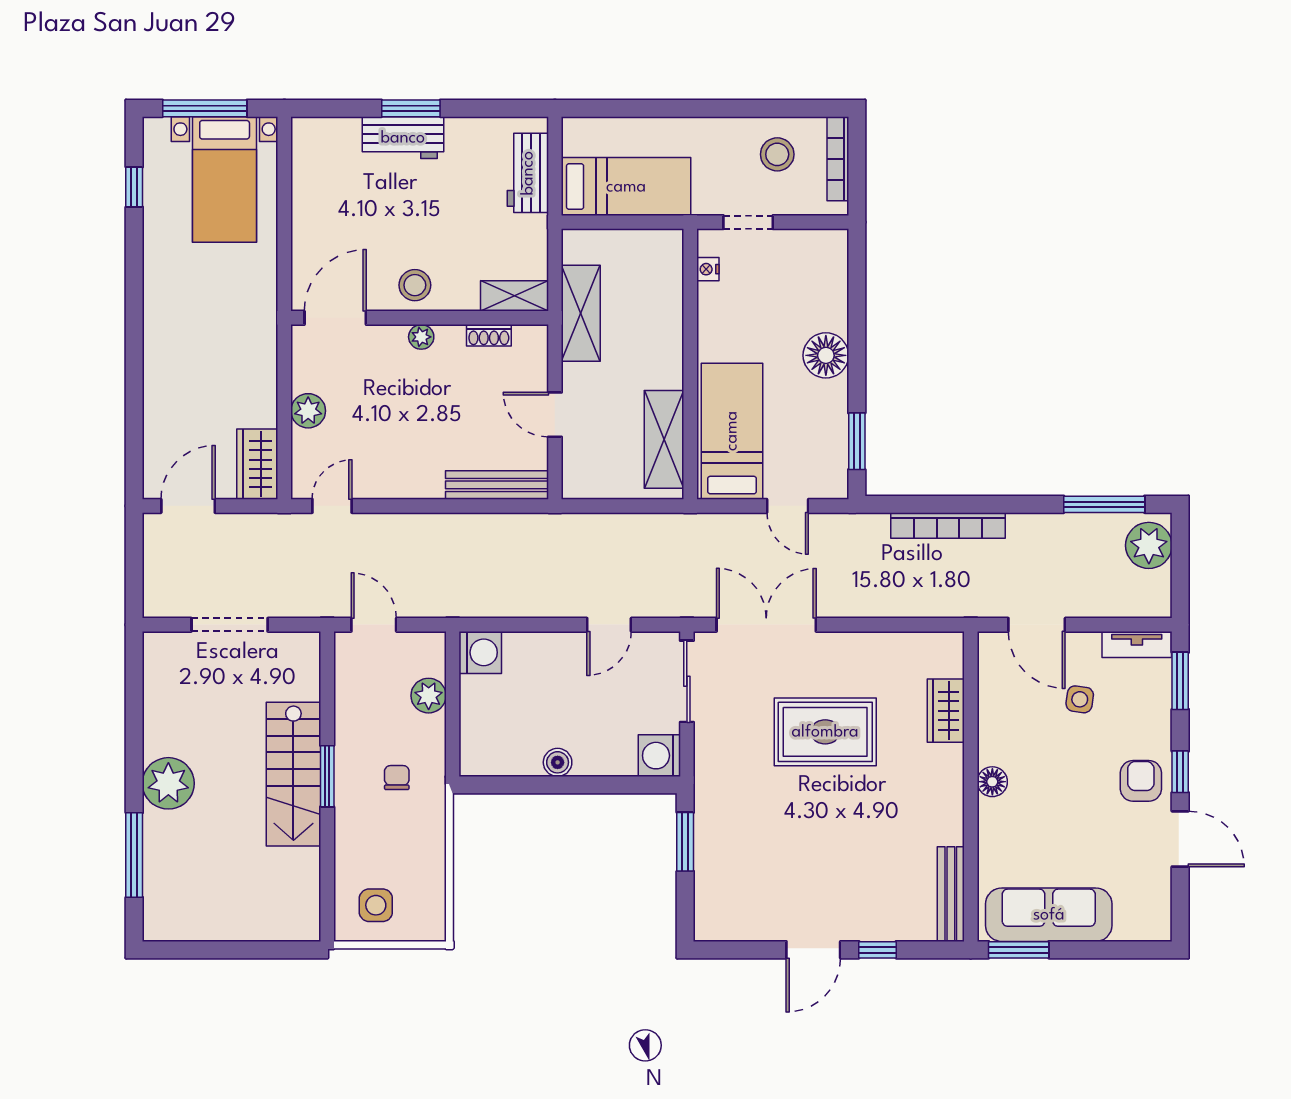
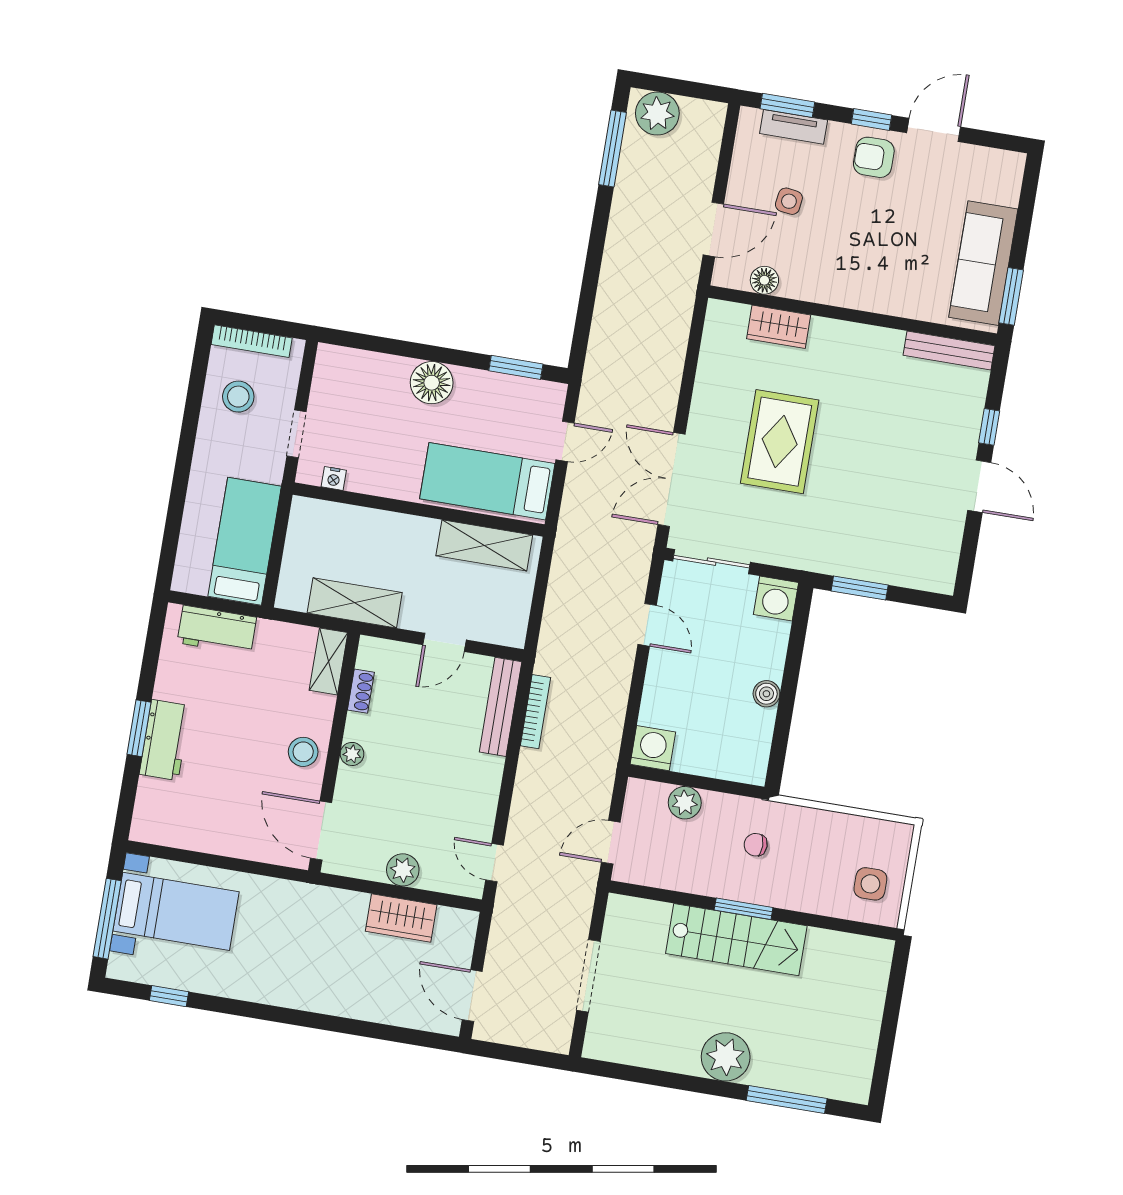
wardrobe: (257, 464) -> (401, 918), moved
bookcase: (948, 526) -> (535, 712), moved, width x0.68, depth x0.76
tv unit: (1137, 645) -> (794, 127), moved, turned 90
floor lamp: (992, 782) -> (764, 280), moved

